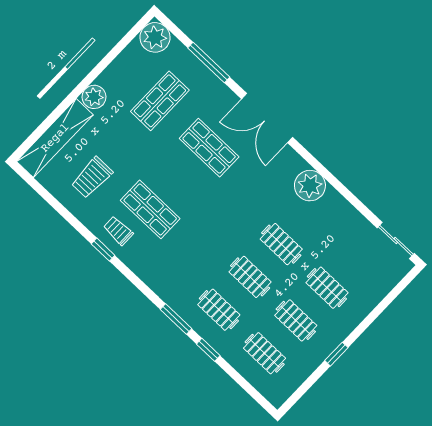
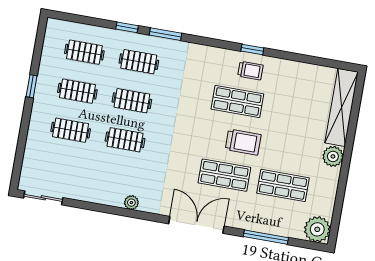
shop shelf: (160, 101) -> (283, 185), turned 90
trolley: (92, 178) -> (243, 142), moved, turned 90
plant: (310, 186) -> (131, 203), width x0.53, depth x0.53

